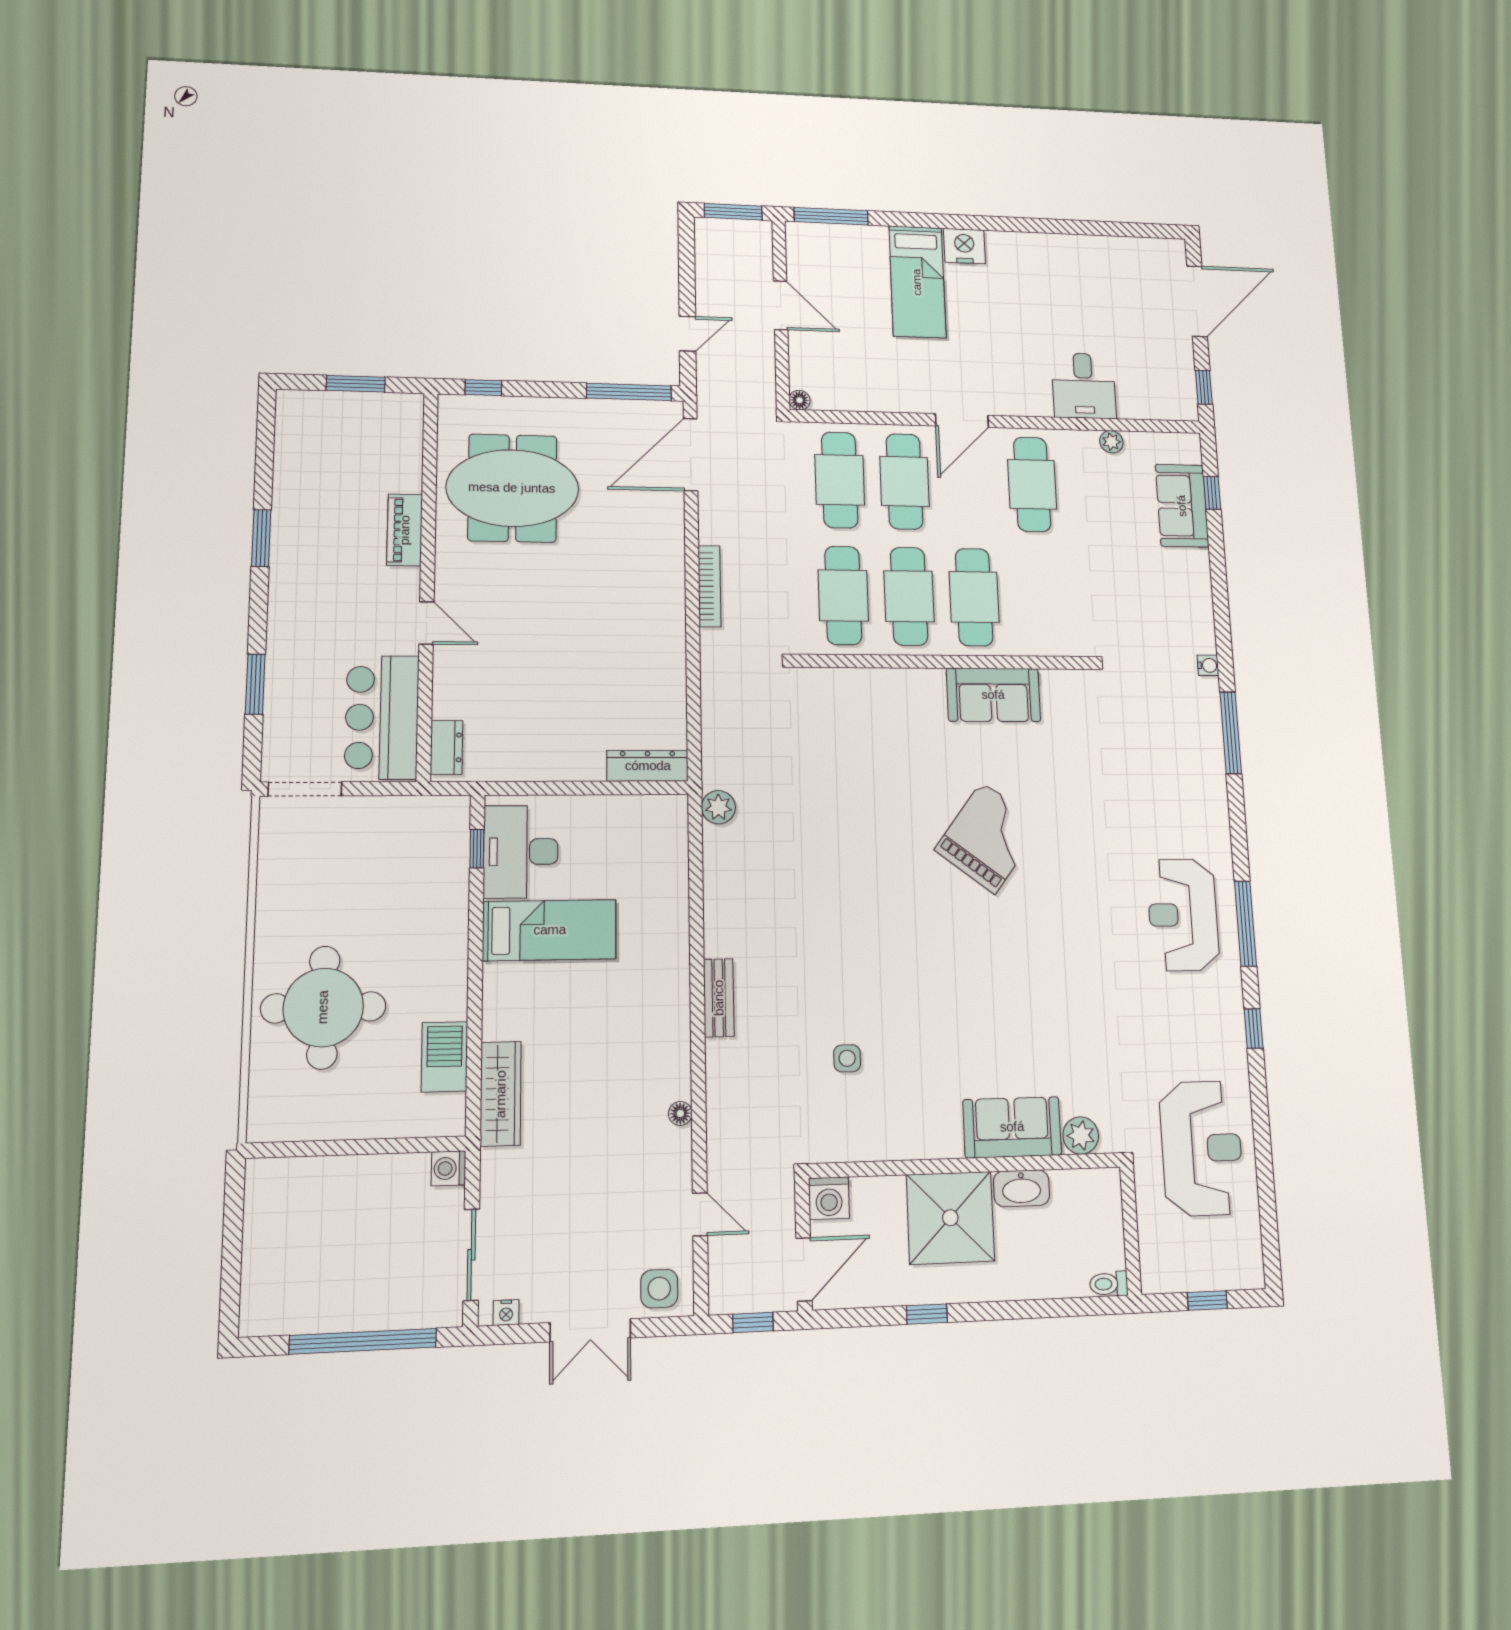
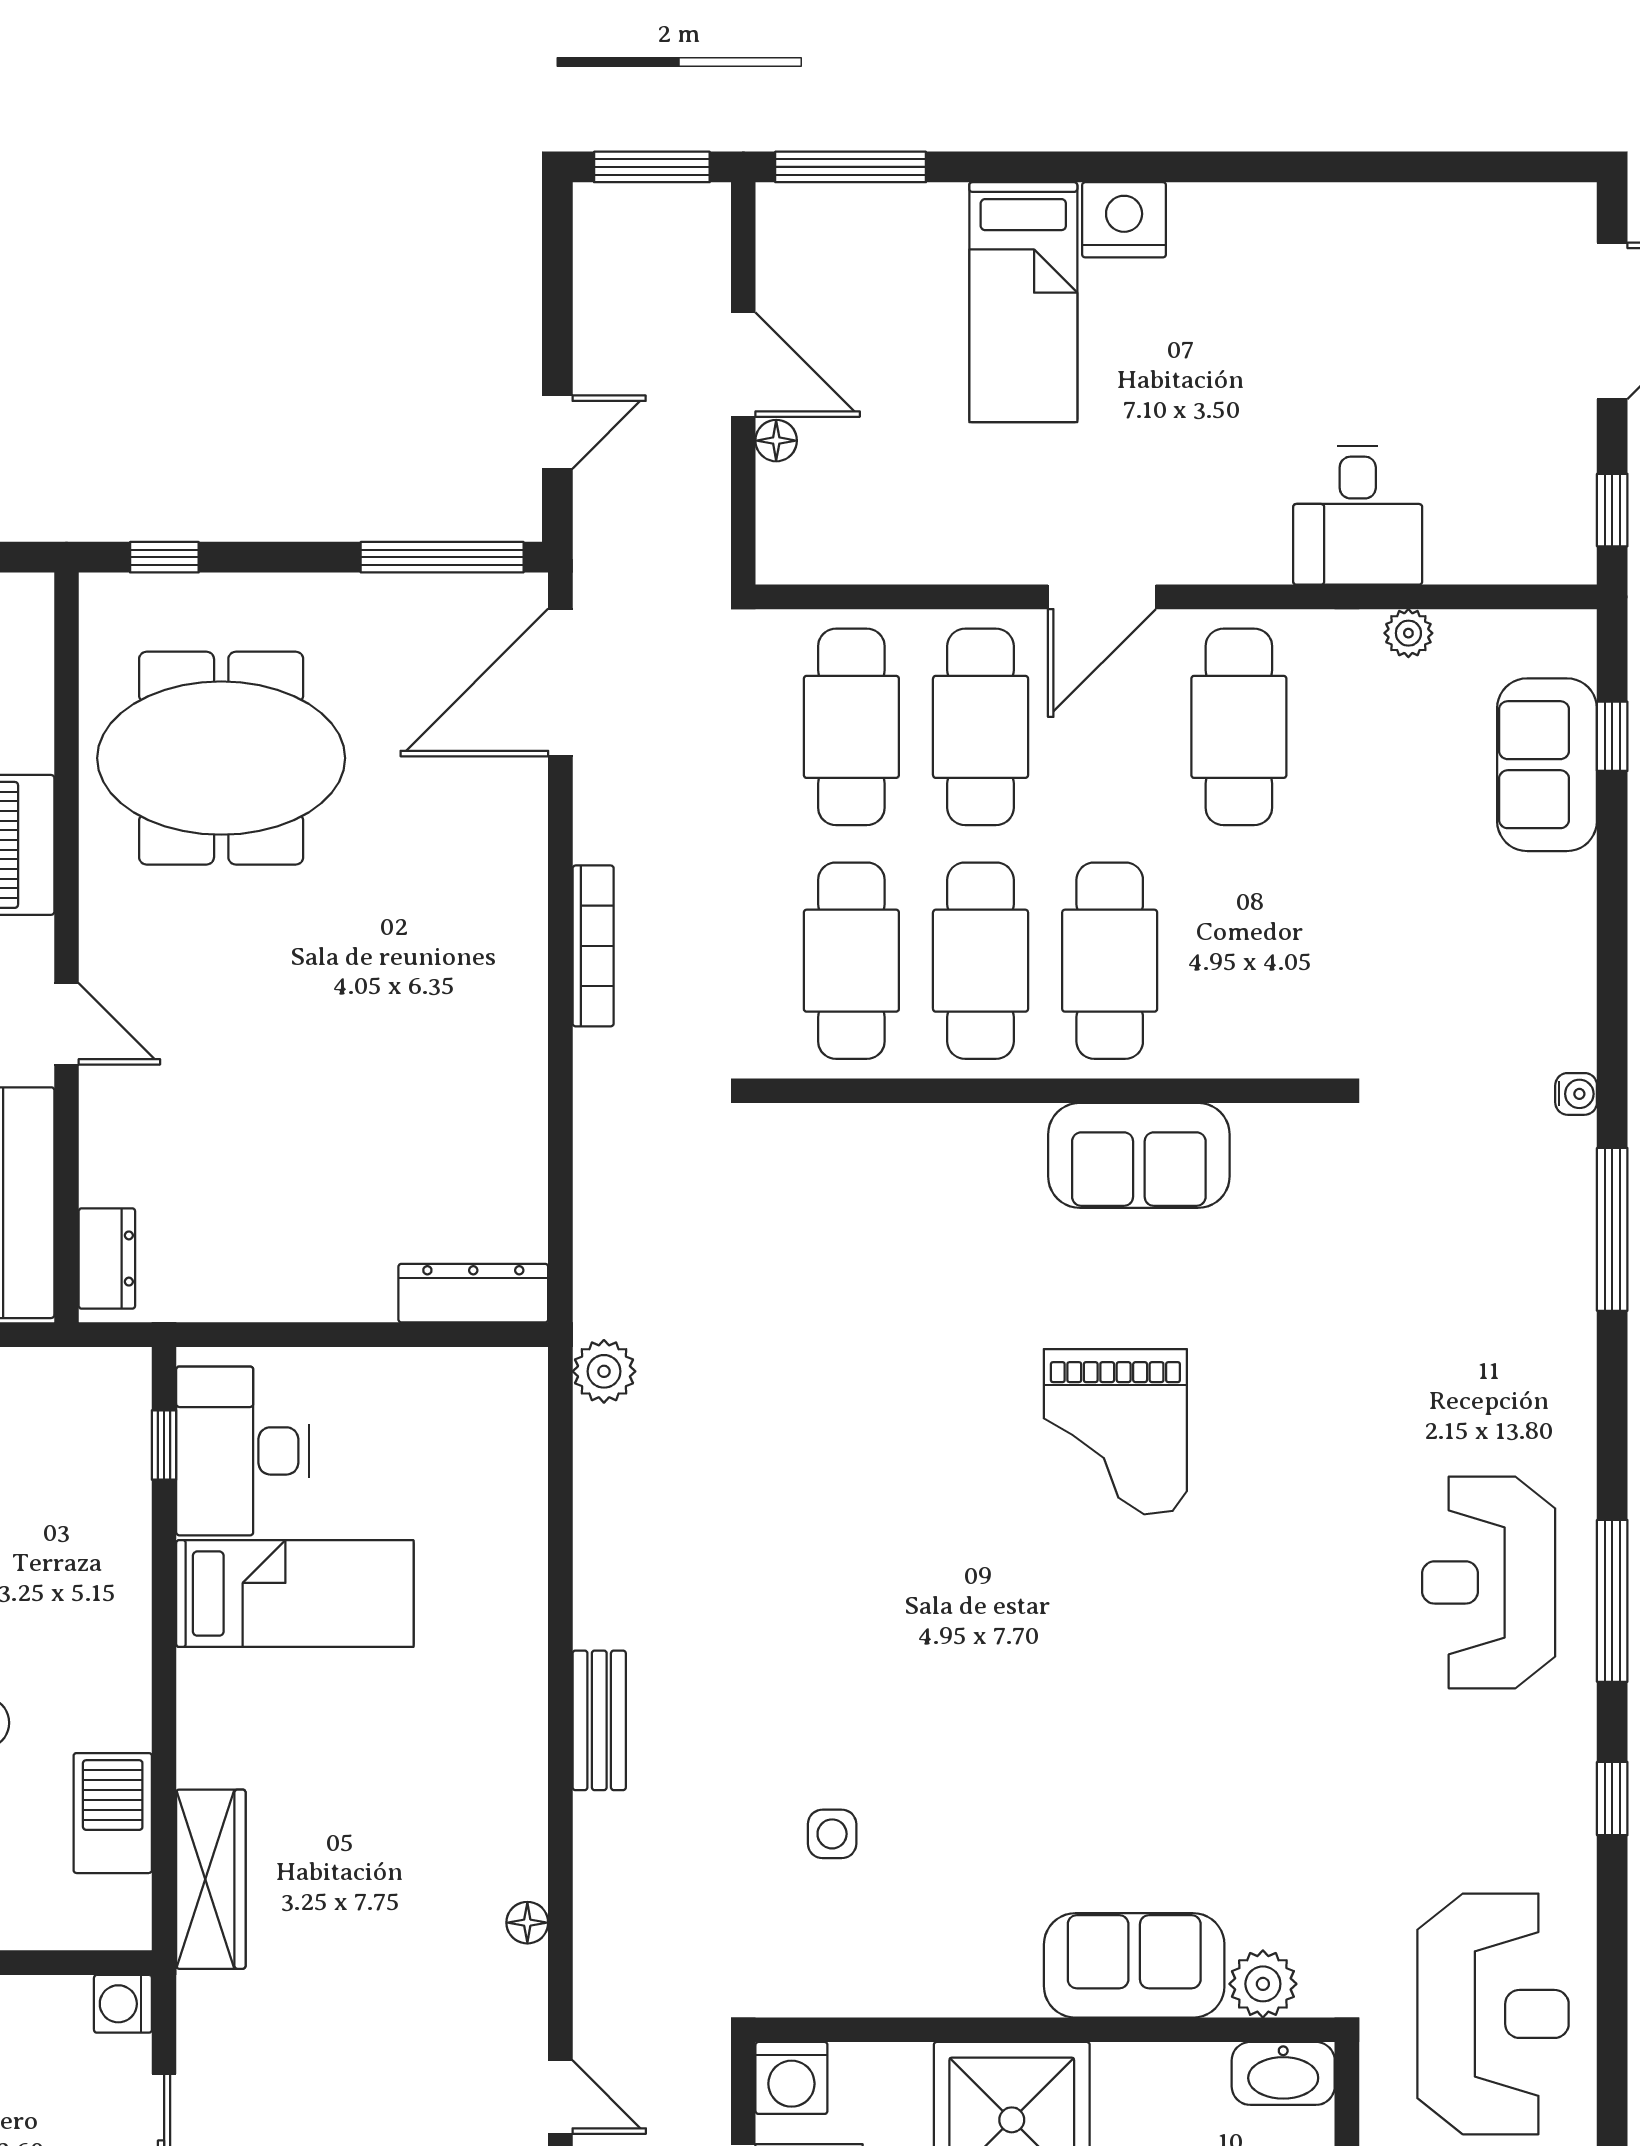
floor lamp: (800, 400) -> (776, 441), moved
grand piano: (988, 837) -> (1115, 1432), turned 143
washbasin: (1021, 1188) -> (1283, 2073), moved

